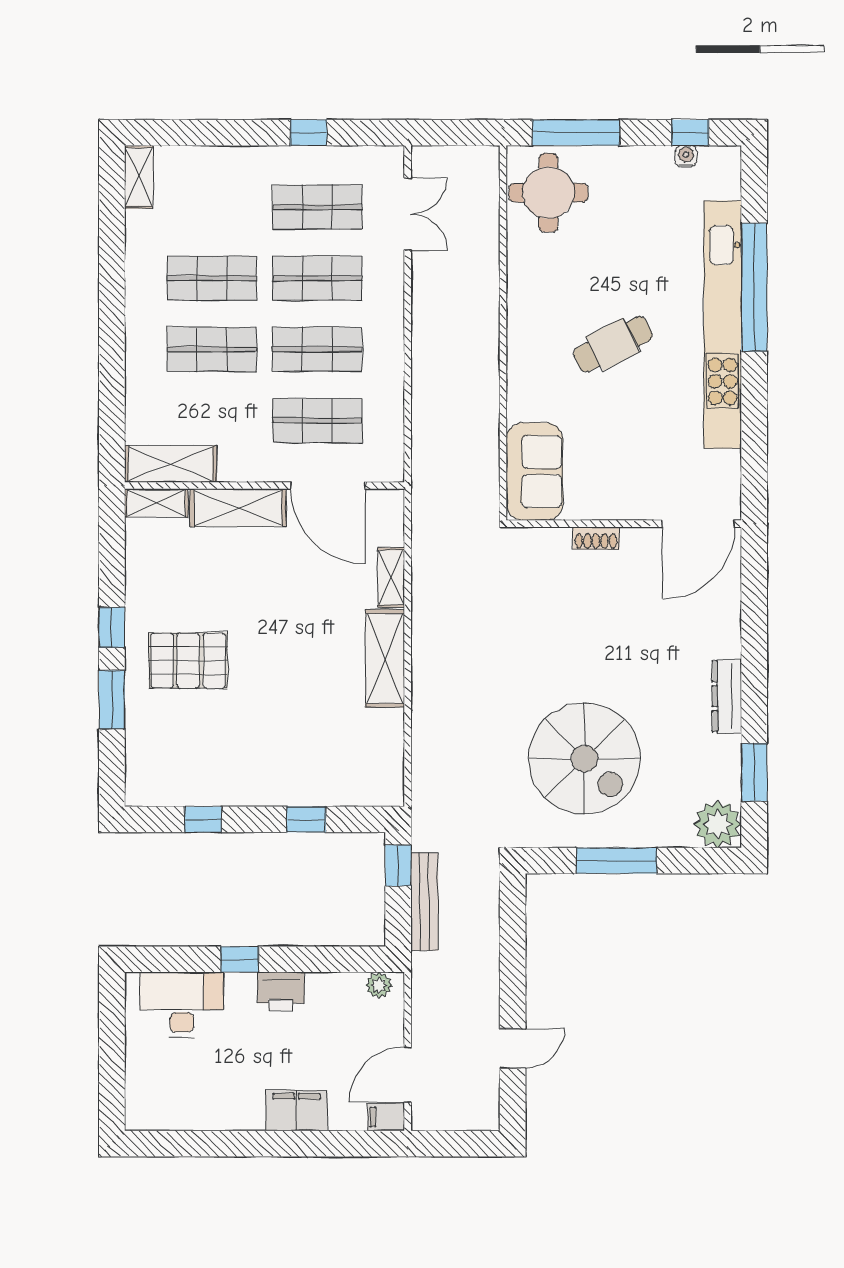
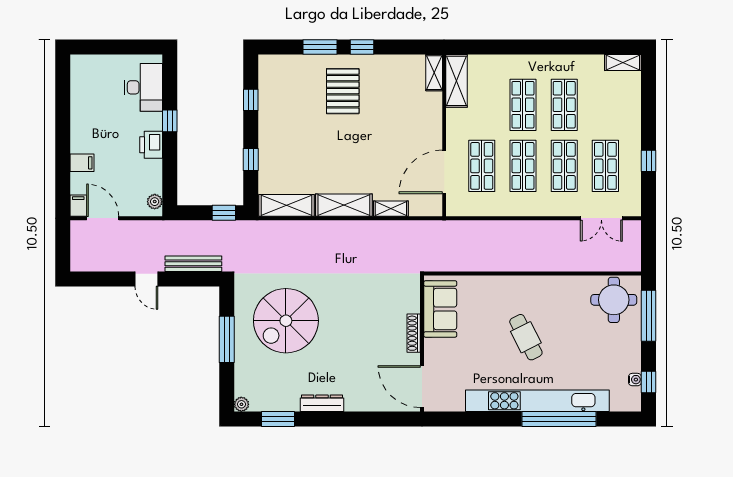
sofa: (534, 472) -> (440, 309), moved, turned -90
shelving: (238, 508) -> (287, 205), moved, turned 90
shoe rack: (596, 538) -> (414, 333), width x1.43
plant: (718, 824) -> (241, 404), width x0.53, depth x0.53
bench: (424, 902) -> (193, 264), moved
door: (513, 1048) -> (146, 279), moved
filing cabinet: (297, 1111) -> (82, 163), width x0.50

